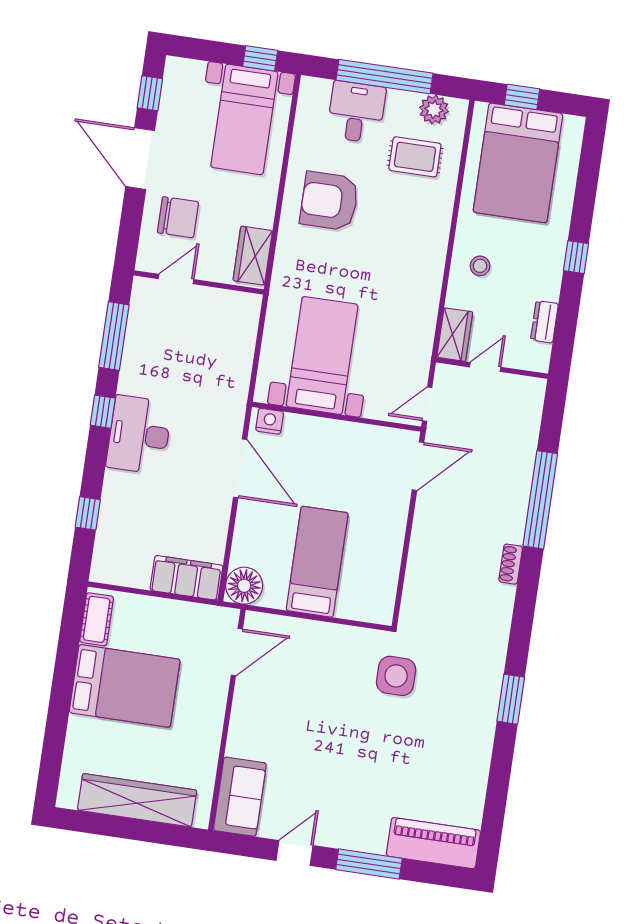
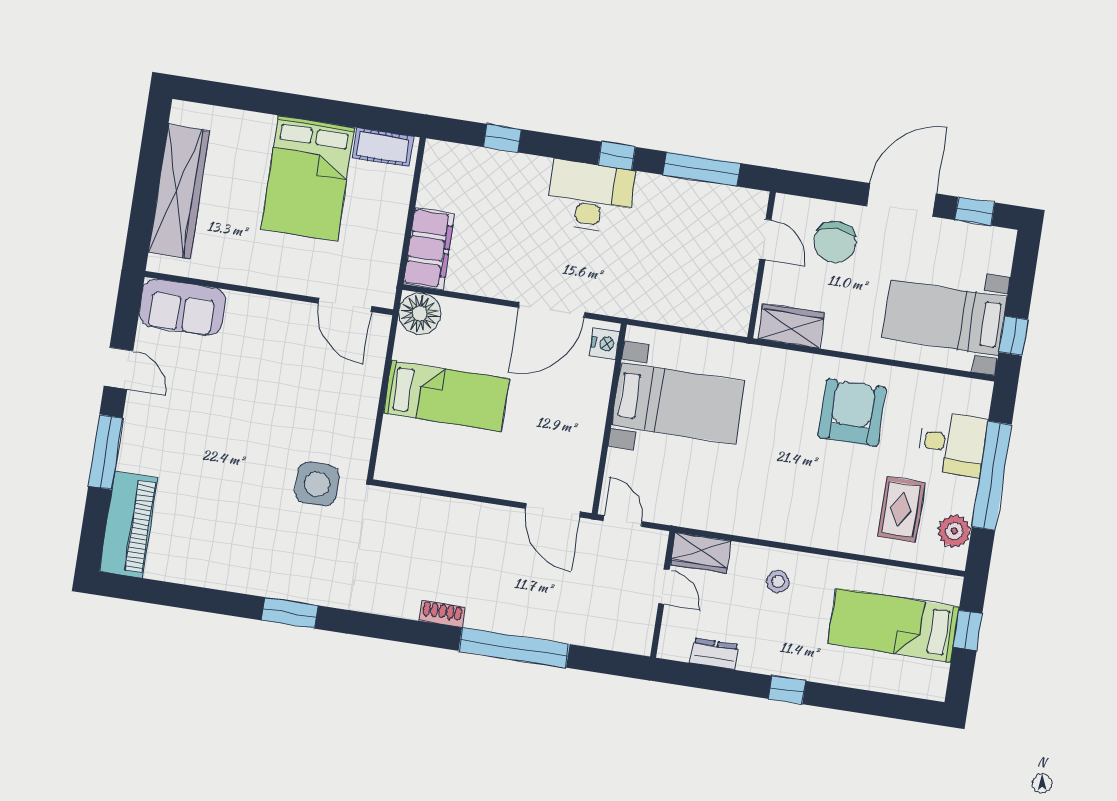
bed: (518, 163) -> (894, 625), width x0.67

